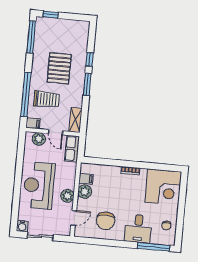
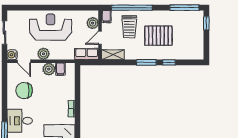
water cooler: (22, 226) -> (12, 55), moved

